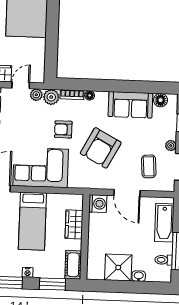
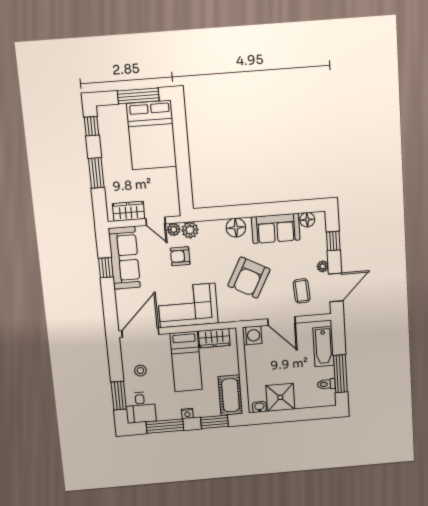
door: (21, 85) -> (156, 221), swing flipped
bookcase: (72, 95) -> (212, 225), removed
floor lamp: (90, 95) -> (236, 228), width x1.89, depth x1.89
armchair: (63, 129) -> (180, 256), moved
wardrobe: (74, 224) -> (214, 338), moved, turned -90
cot: (73, 265) -> (230, 395), width x1.37, depth x1.34
washbasin: (139, 276) -> (259, 407), moved

